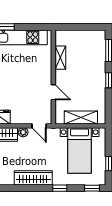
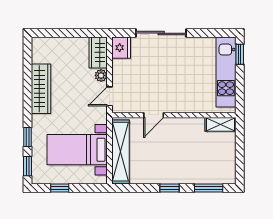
shelving: (60, 58) -> (220, 124), moved
shelving: (81, 117) -> (121, 152), width x1.47
window: (60, 188) -> (27, 137), moved

